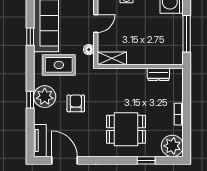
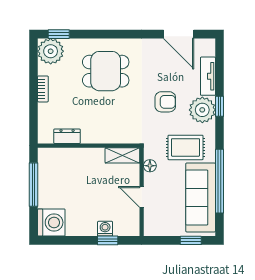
door: (96, 23) -> (142, 197), hinge flipped
window: (30, 37) -> (220, 181), width x3.17
armchair: (76, 103) -> (165, 102), turned -90
tv unit: (40, 141) -> (208, 76), moved
window: (146, 160) -> (59, 34), moved

